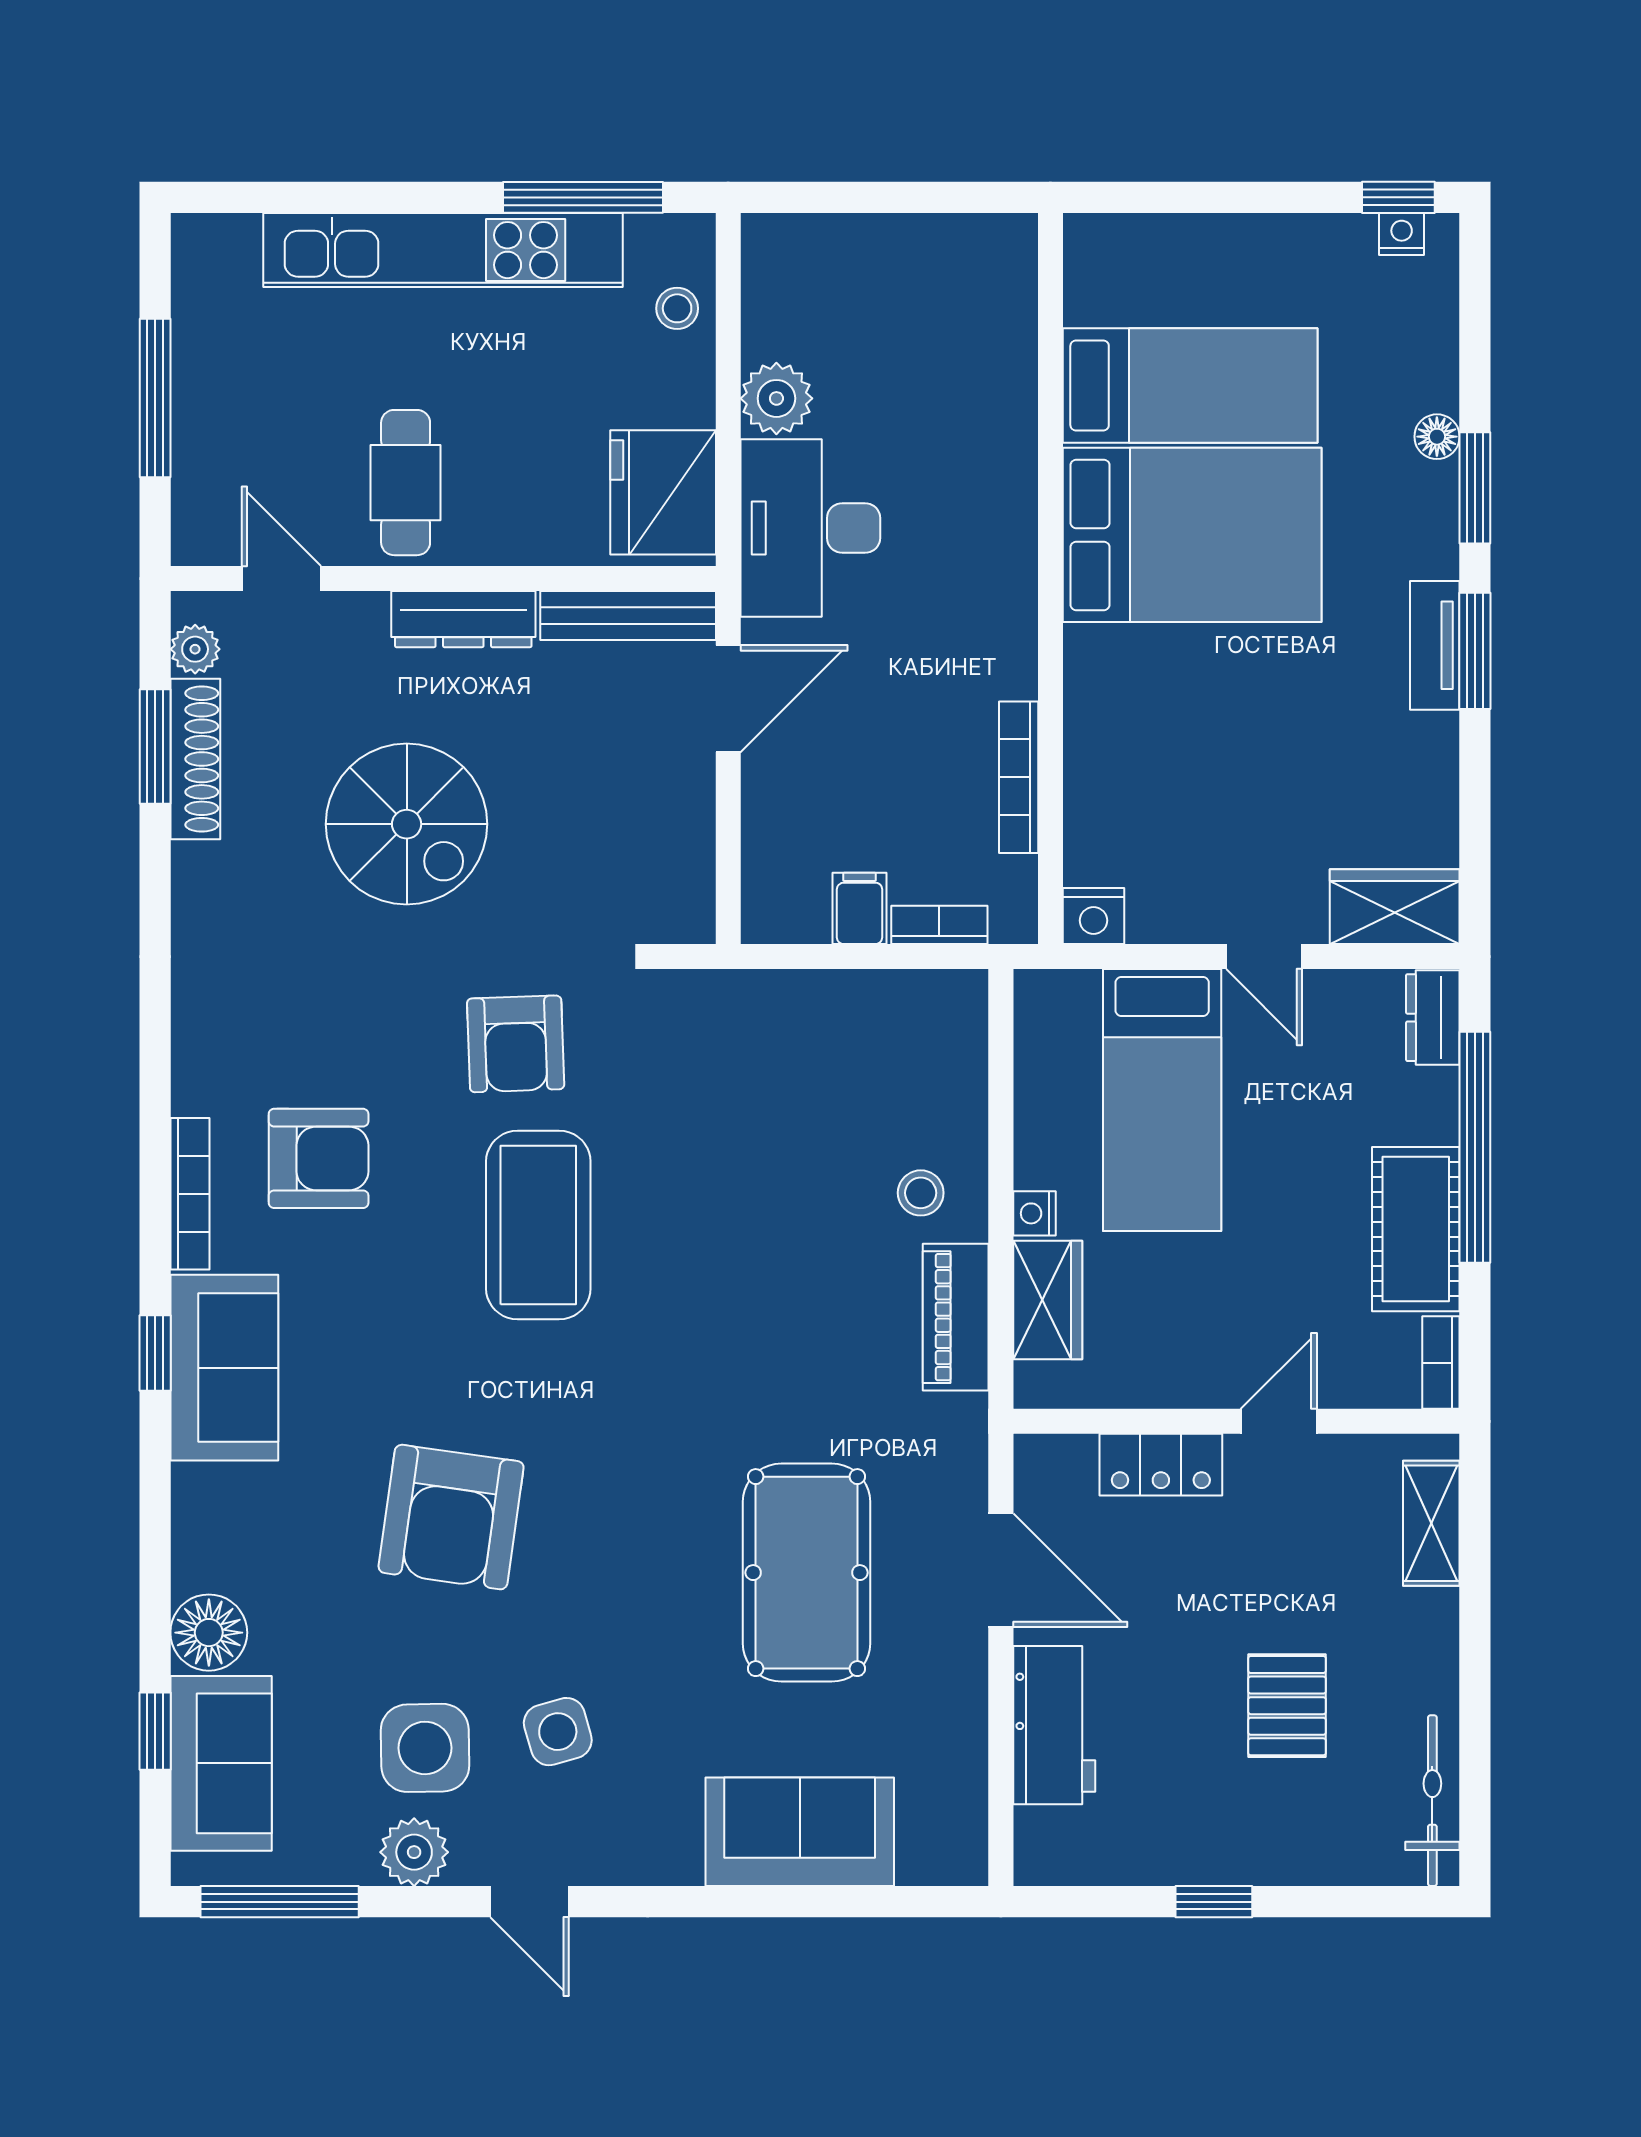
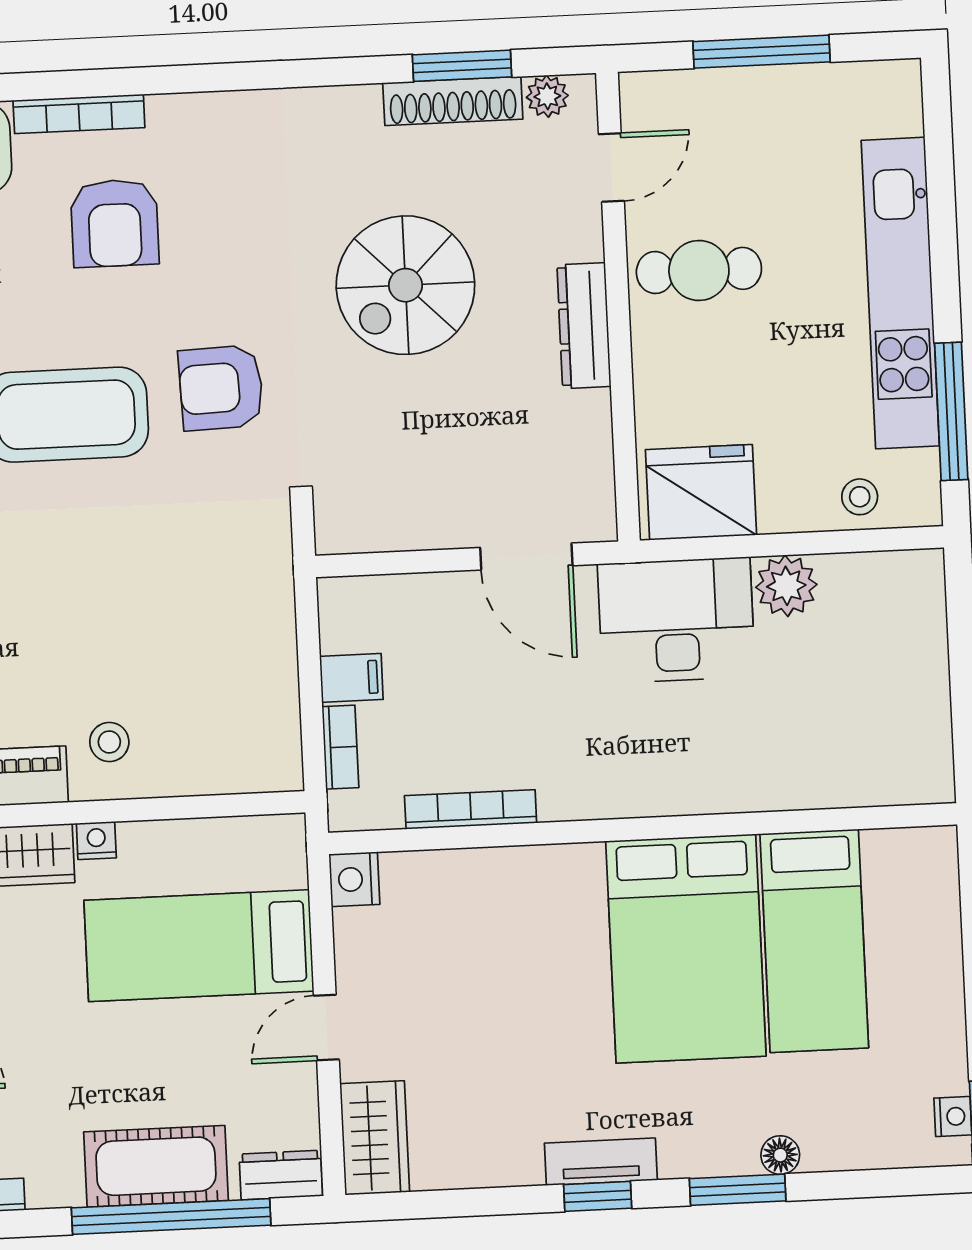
bench: (628, 616) -> (594, 467), removed
window: (1475, 651) -> (598, 1196), width x0.67
cot: (1416, 1229) -> (156, 1166), moved

